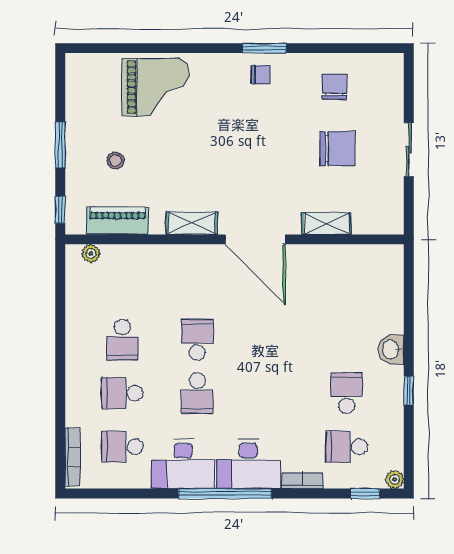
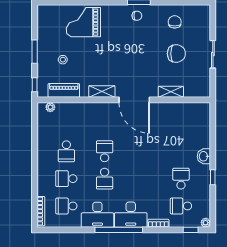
grand piano: (156, 87) -> (83, 22), turned 180

